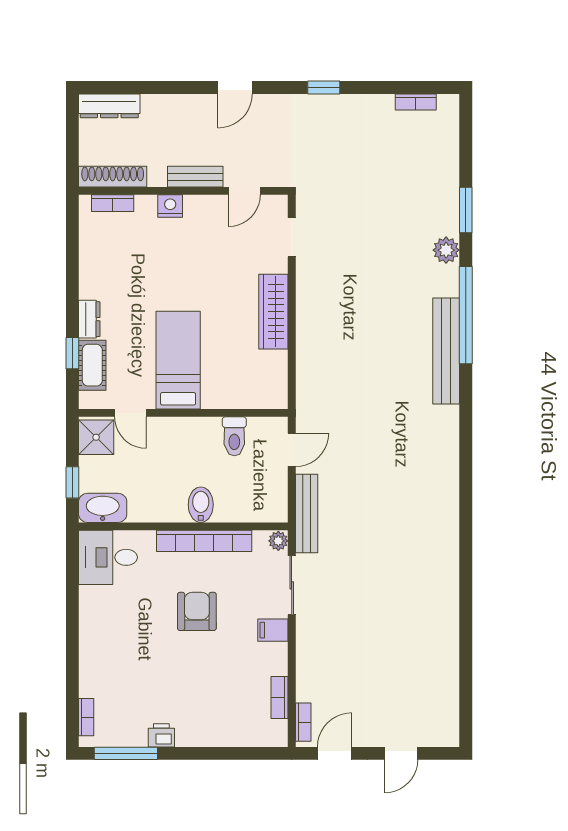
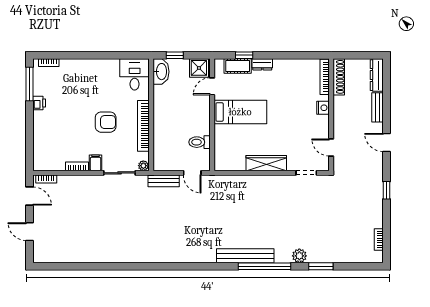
bench: (195, 177) -> (378, 107), moved
bookcase: (113, 203) -> (325, 77), width x1.56
bidet: (201, 505) -> (163, 124), removed
bench: (307, 514) -> (164, 181), width x0.73
bookcase: (279, 698) -> (77, 166), moved

